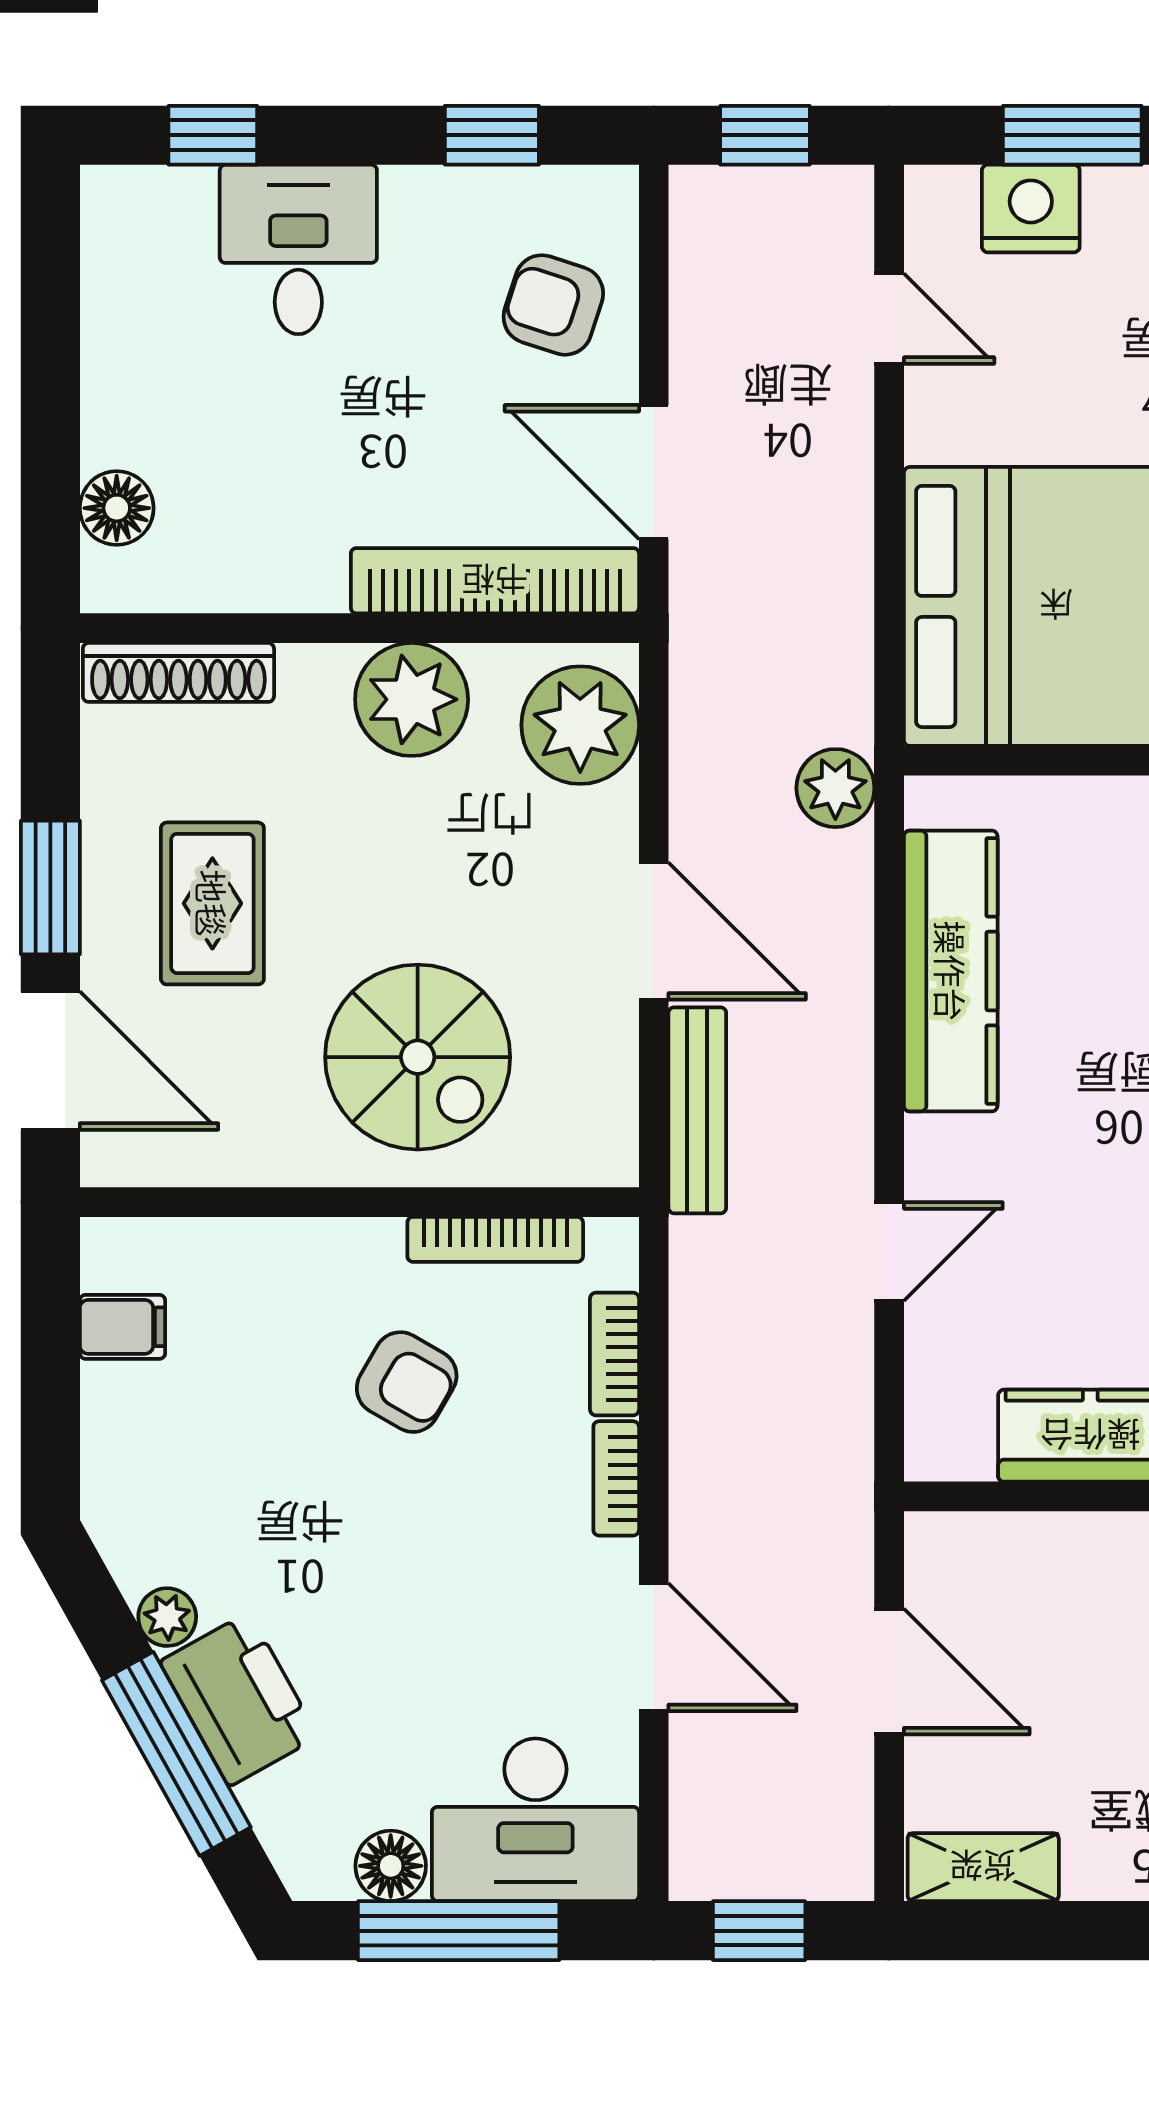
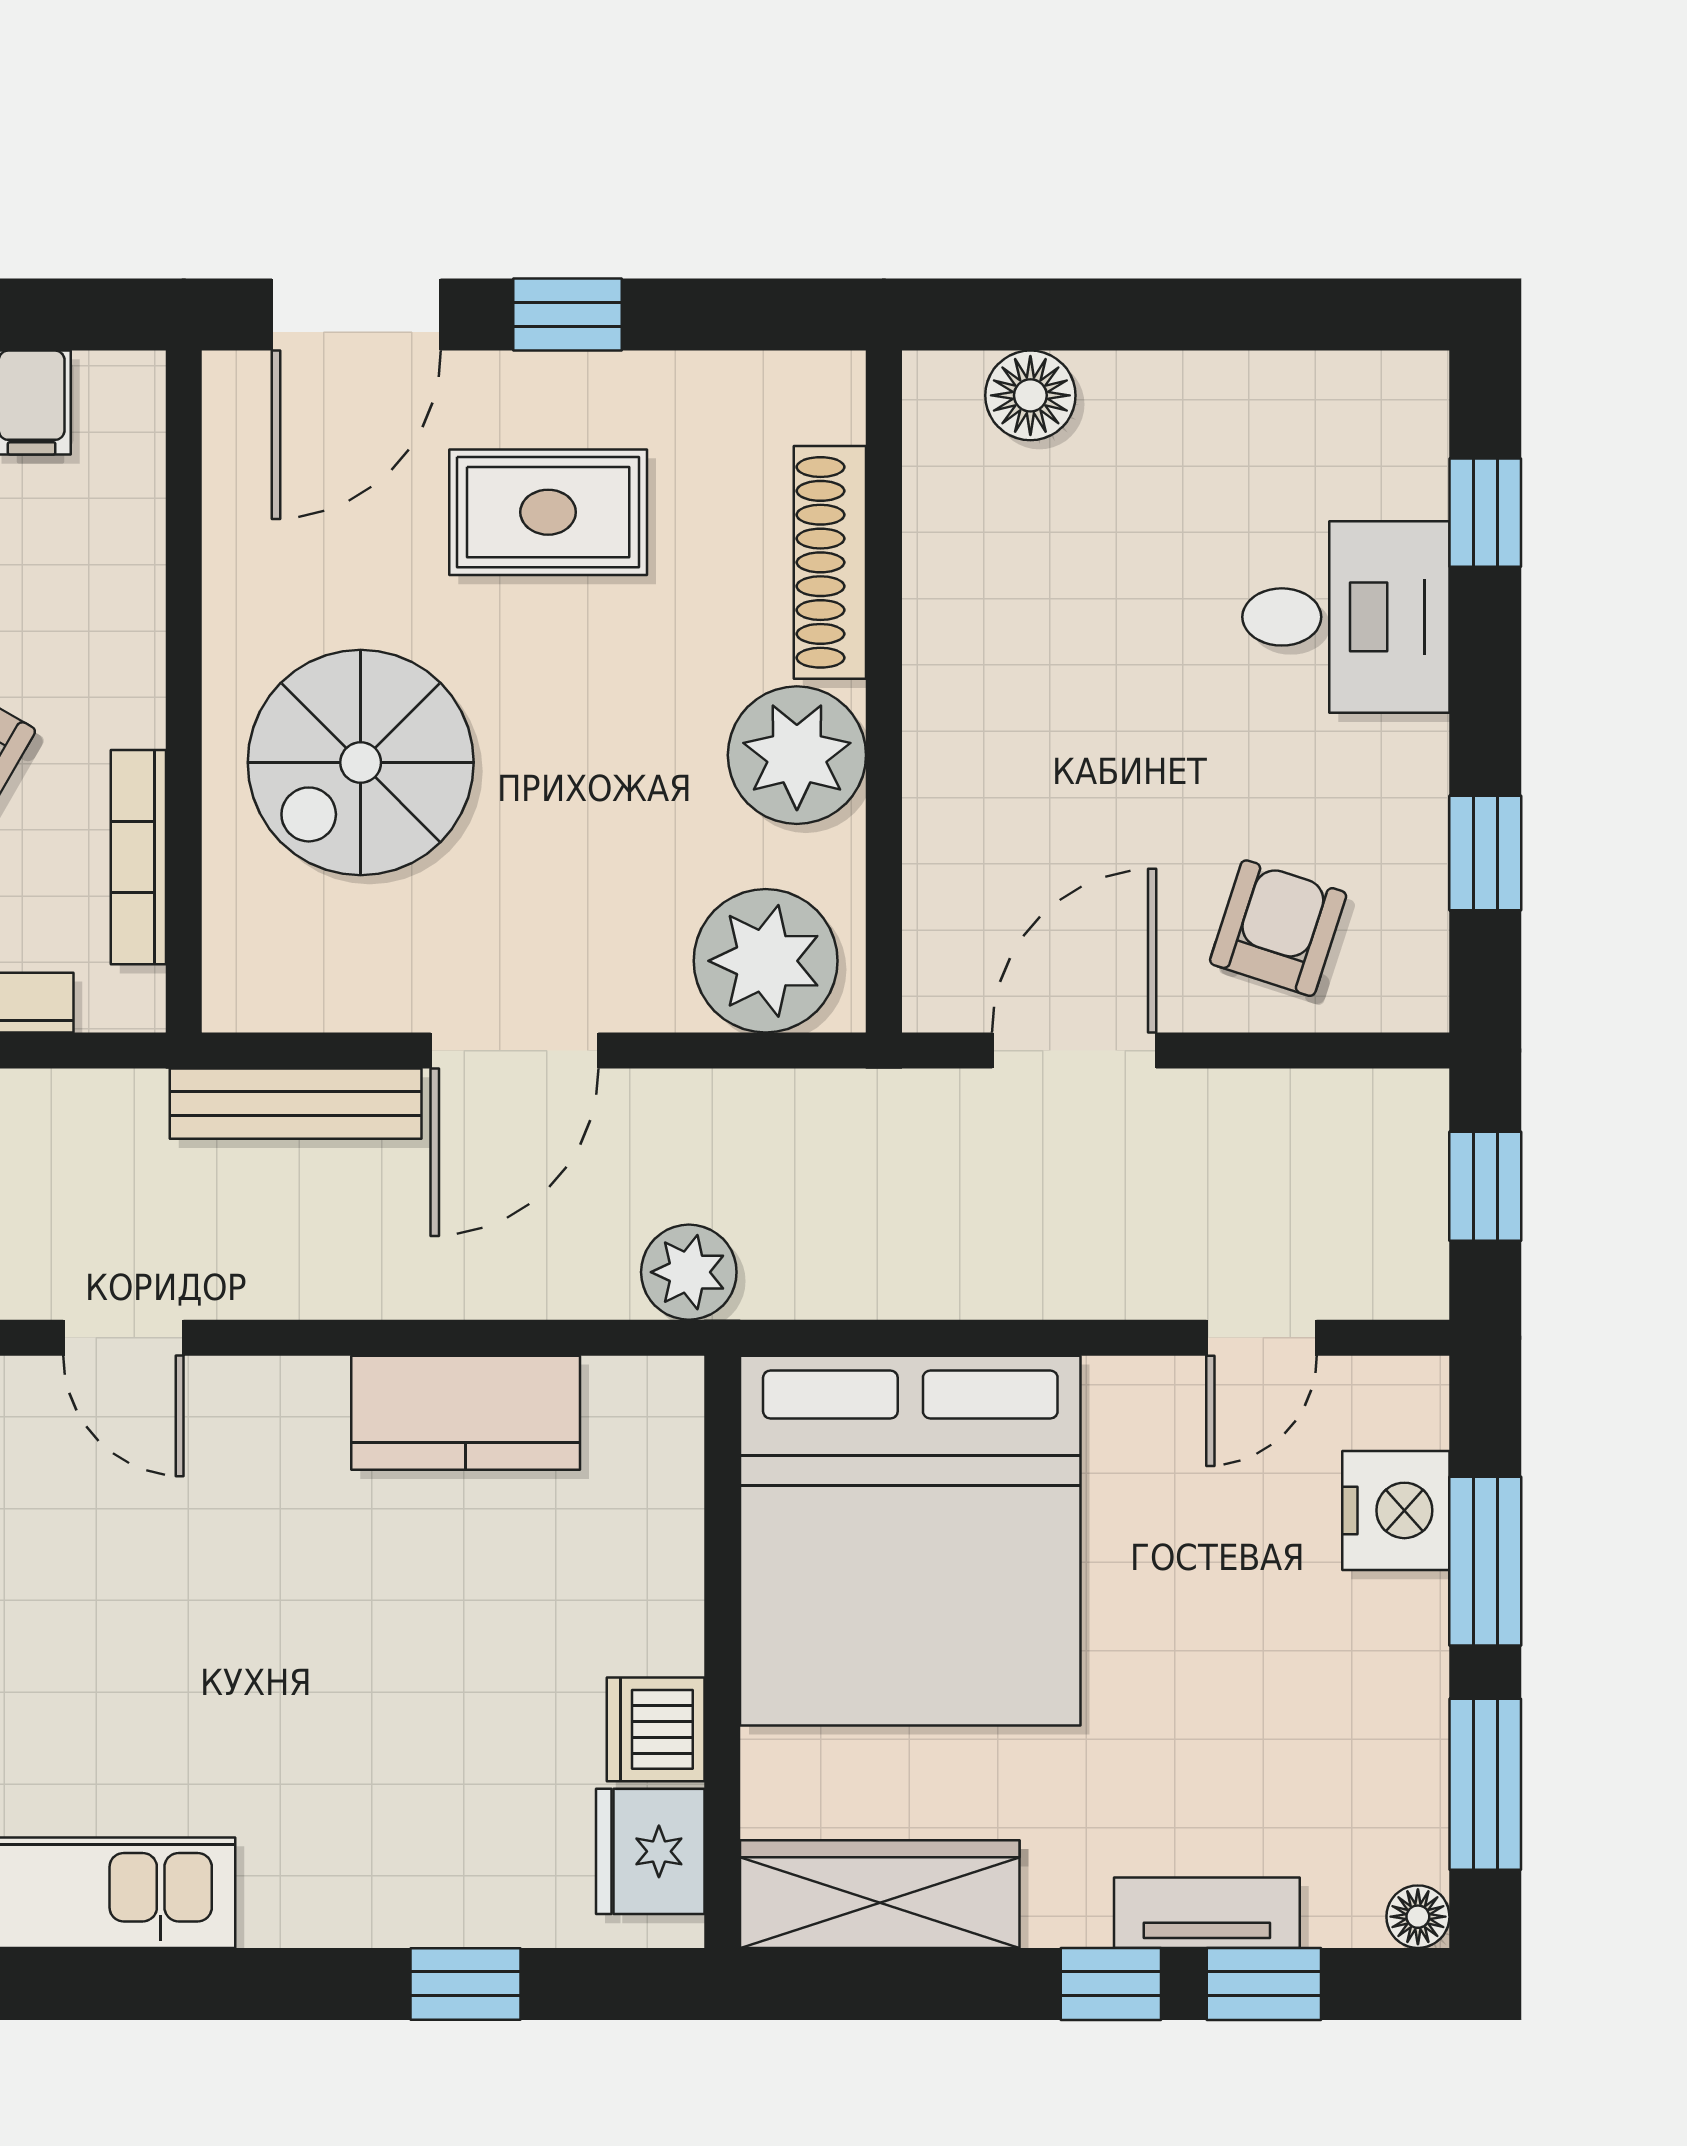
bookcase: (495, 581) -> (942, 857), removed
shoe rack: (178, 672) -> (830, 562), moved
window: (50, 888) -> (567, 315), width x0.67
kitchen counter: (951, 971) -> (466, 1413), width x0.67

